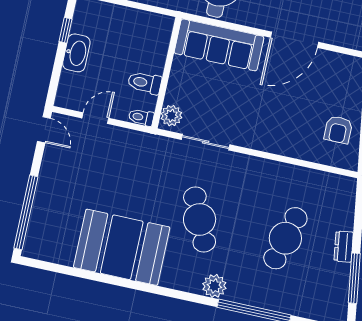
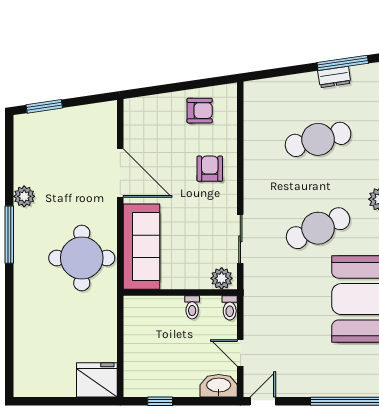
washbasin: (76, 53) -> (219, 386), moved
toilet: (145, 83) -> (192, 307), width x0.73, depth x0.72
armchair: (280, 127) -> (210, 169), added
cafe table: (285, 238) -> (318, 139), turned -30
dresser: (344, 247) -> (334, 77), moved

